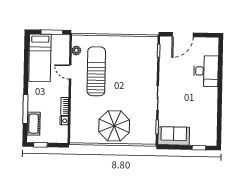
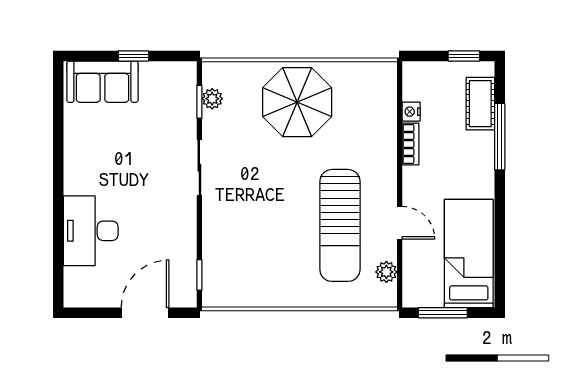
plant: (151, 128) -> (212, 99), added
sofa: (174, 136) -> (102, 82), moved
window: (199, 148) -> (133, 56), moved

